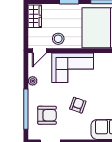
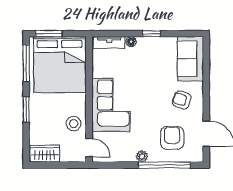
plant: (33, 81) -> (142, 156), moved
armchair: (78, 105) -> (182, 100), moved

